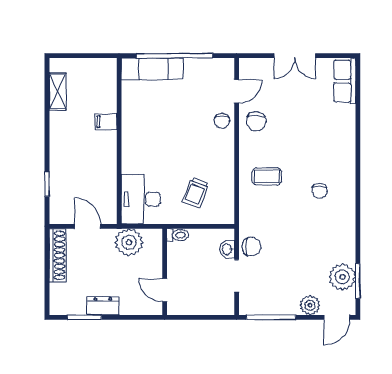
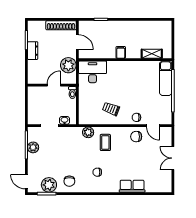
row of seats: (345, 81) -> (132, 186), moved
shelving: (58, 92) -> (152, 54), moved
filing cabinet: (106, 122) -> (121, 52), moved
trolley: (195, 193) -> (111, 109), moved
plant: (249, 207) -> (88, 132), added
door: (88, 226) -> (77, 42), hinge flipped
chair: (251, 247) -> (69, 181), moved
door: (165, 290) -> (54, 85), moved
plant: (310, 305) -> (33, 147), moved

